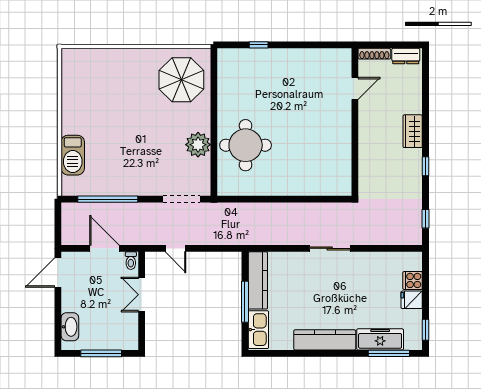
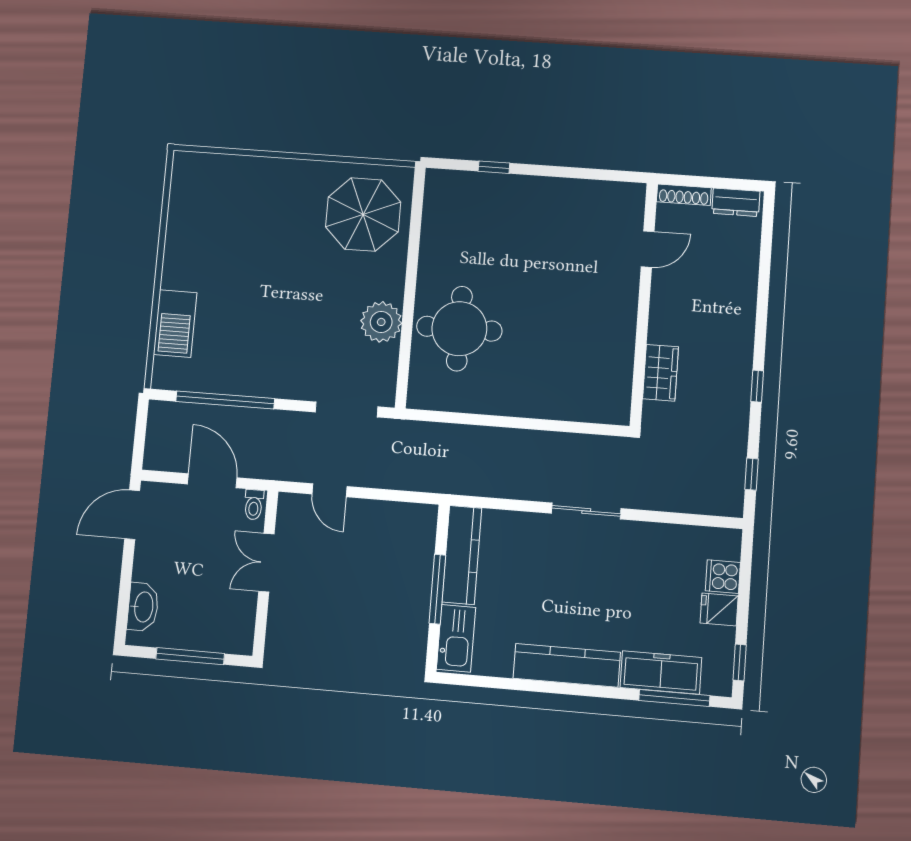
wardrobe: (413, 131) -> (661, 373), moved, turned 180

